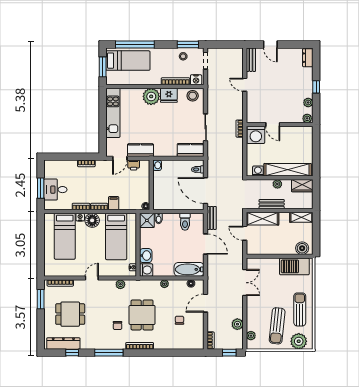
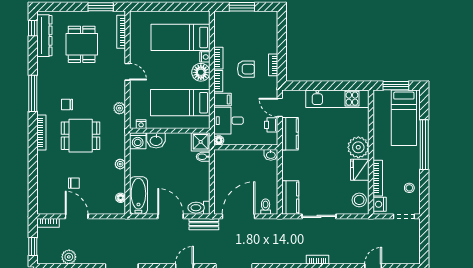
window: (135, 44) -> (424, 145), moved
window: (188, 44) -> (424, 194), removed
armchair: (90, 185) -> (246, 69), added
desk: (55, 190) -> (229, 121), moved, turned -90
toilet: (185, 222) -> (199, 208), moved
door: (206, 244) -> (171, 216), swing flipped
door: (206, 303) -> (77, 216), moved
window: (72, 353) -> (33, 28), moved

